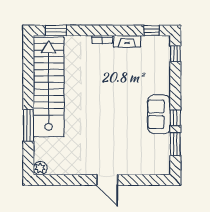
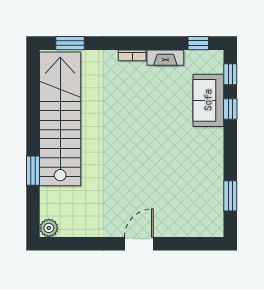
sofa: (159, 114) -> (208, 100), moved
window: (175, 118) -> (230, 109), moved
window: (28, 125) -> (33, 171), width x0.69
door: (107, 180) -> (139, 244), swing flipped

